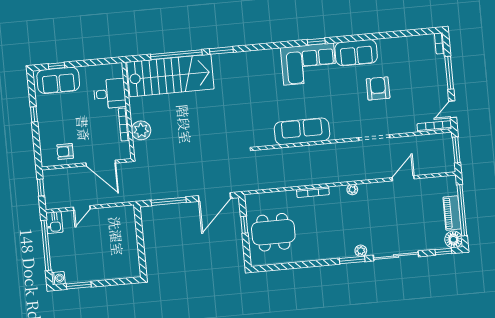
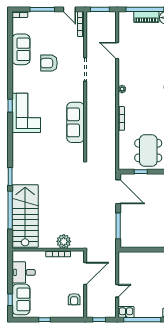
sofa: (356, 53) -> (21, 49), moved
desk: (110, 94) -> (24, 272), moved, turned -90
door: (82, 208) -> (117, 291), hinge flipped

